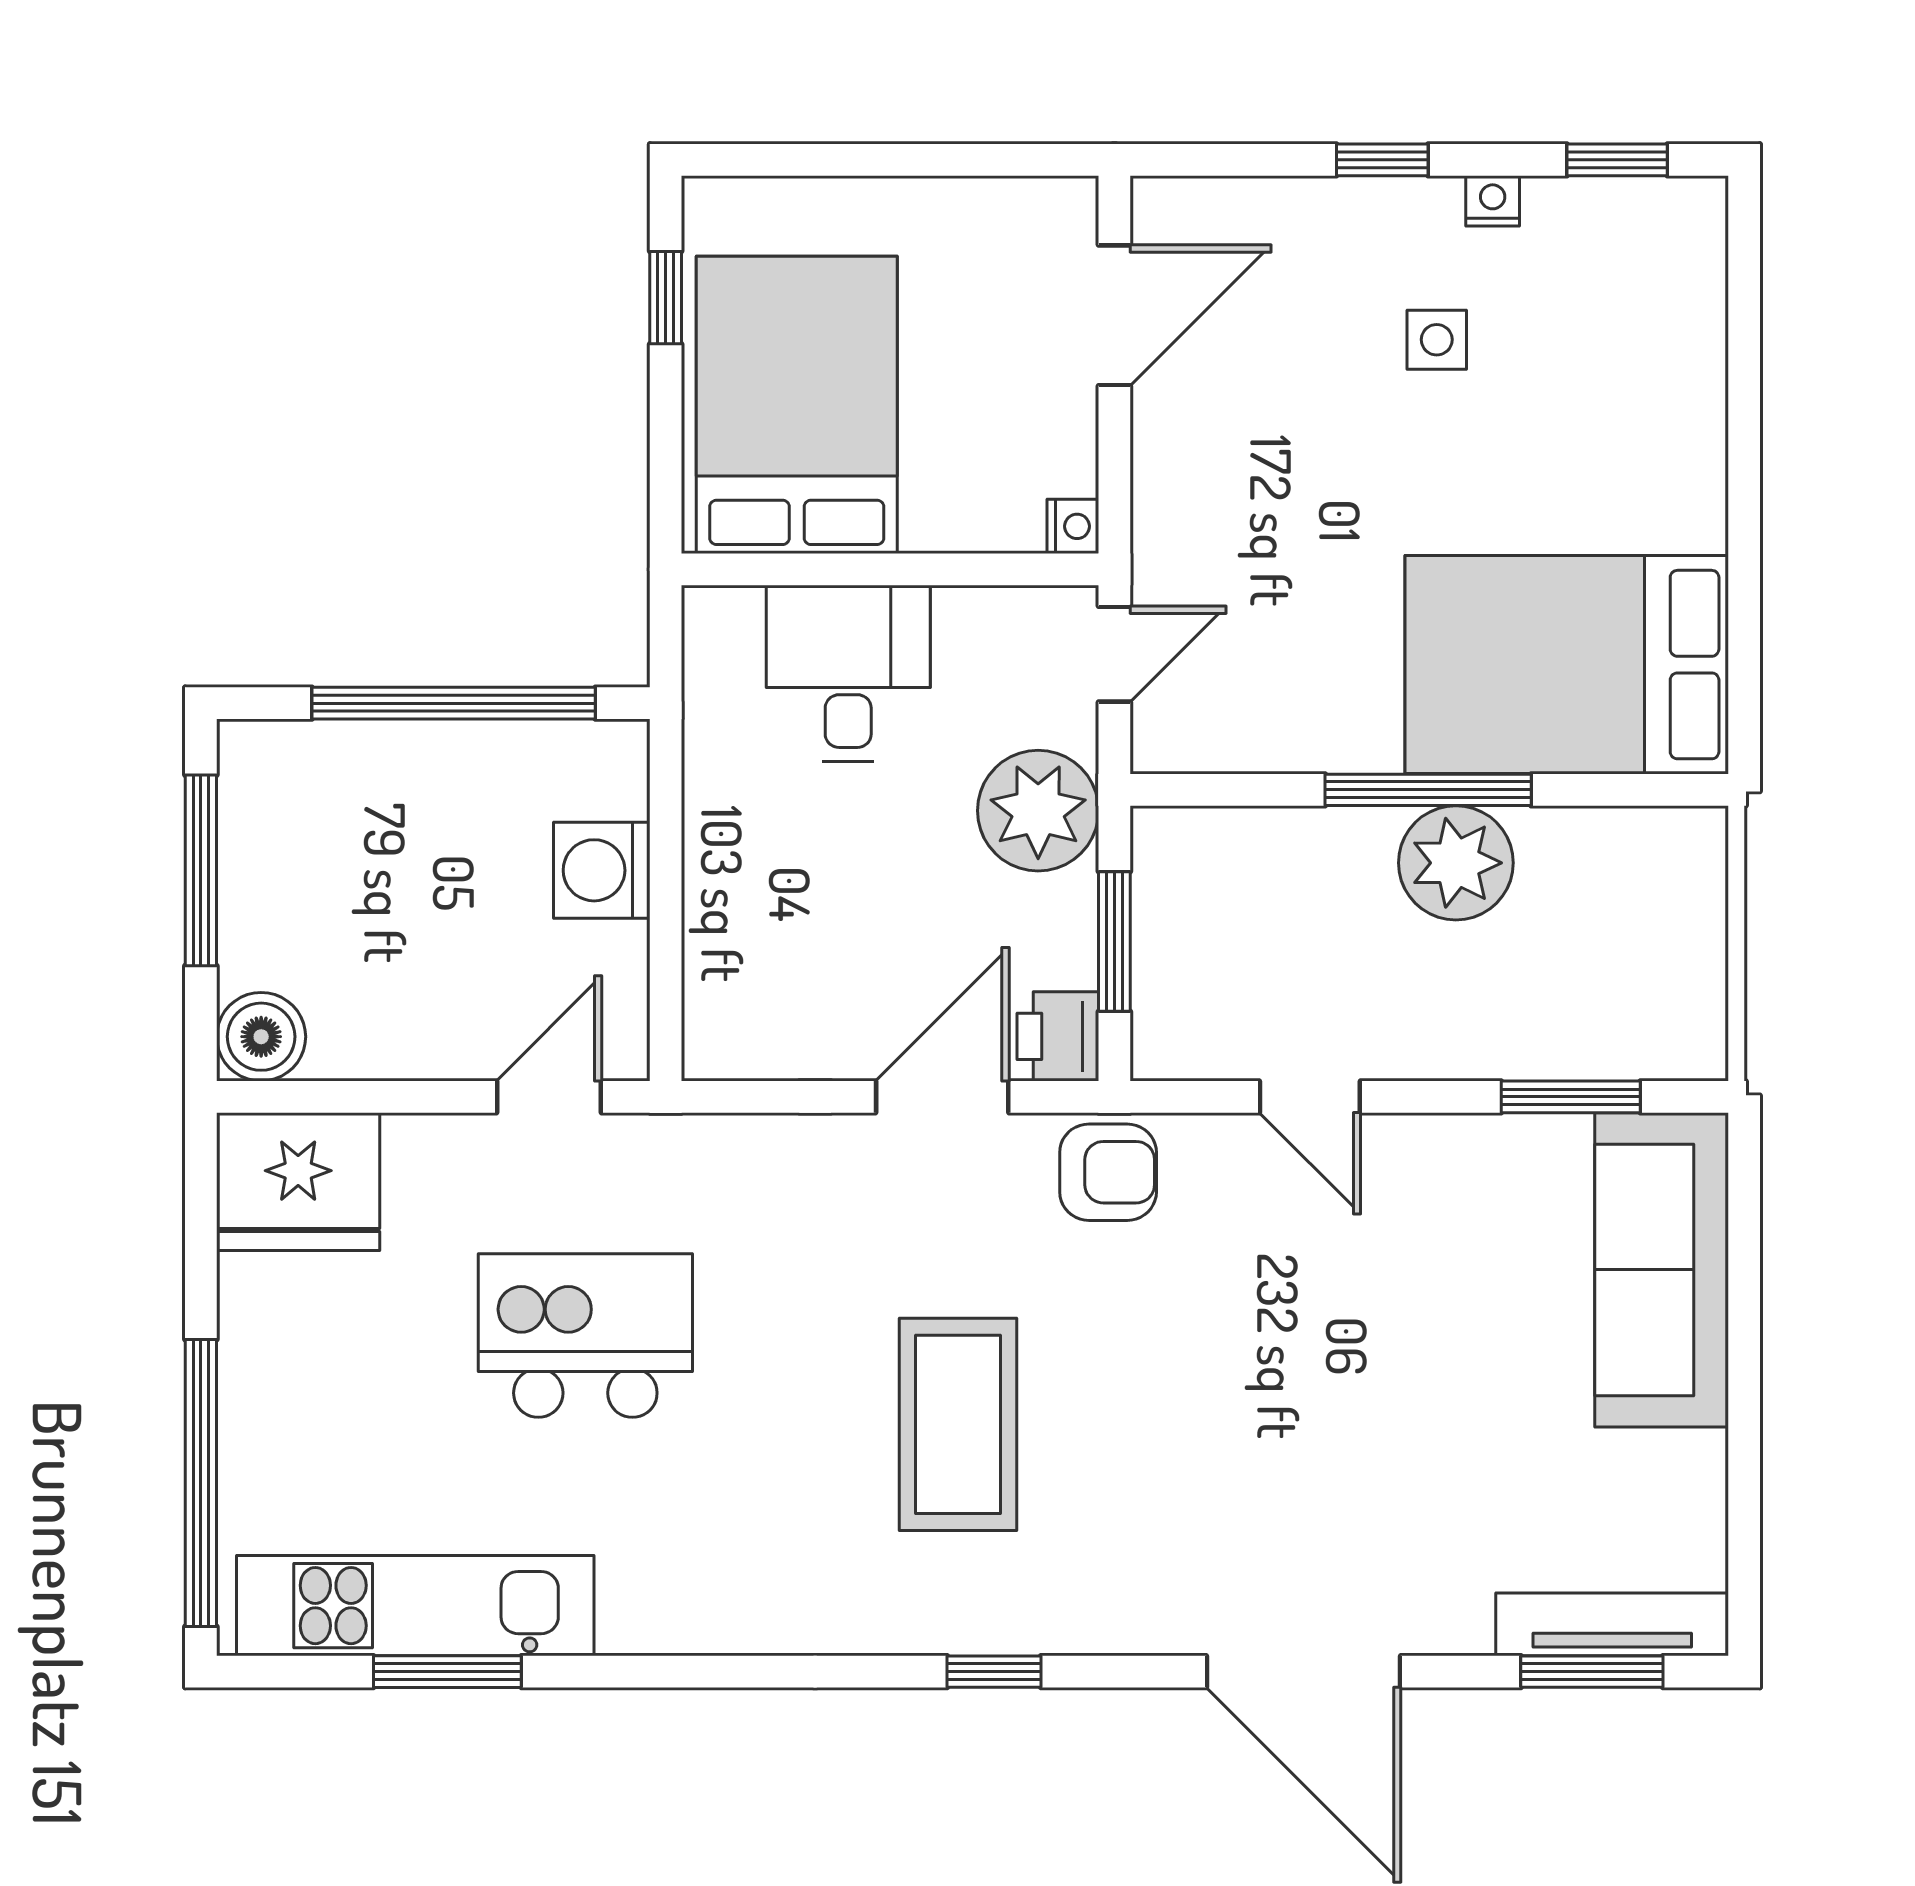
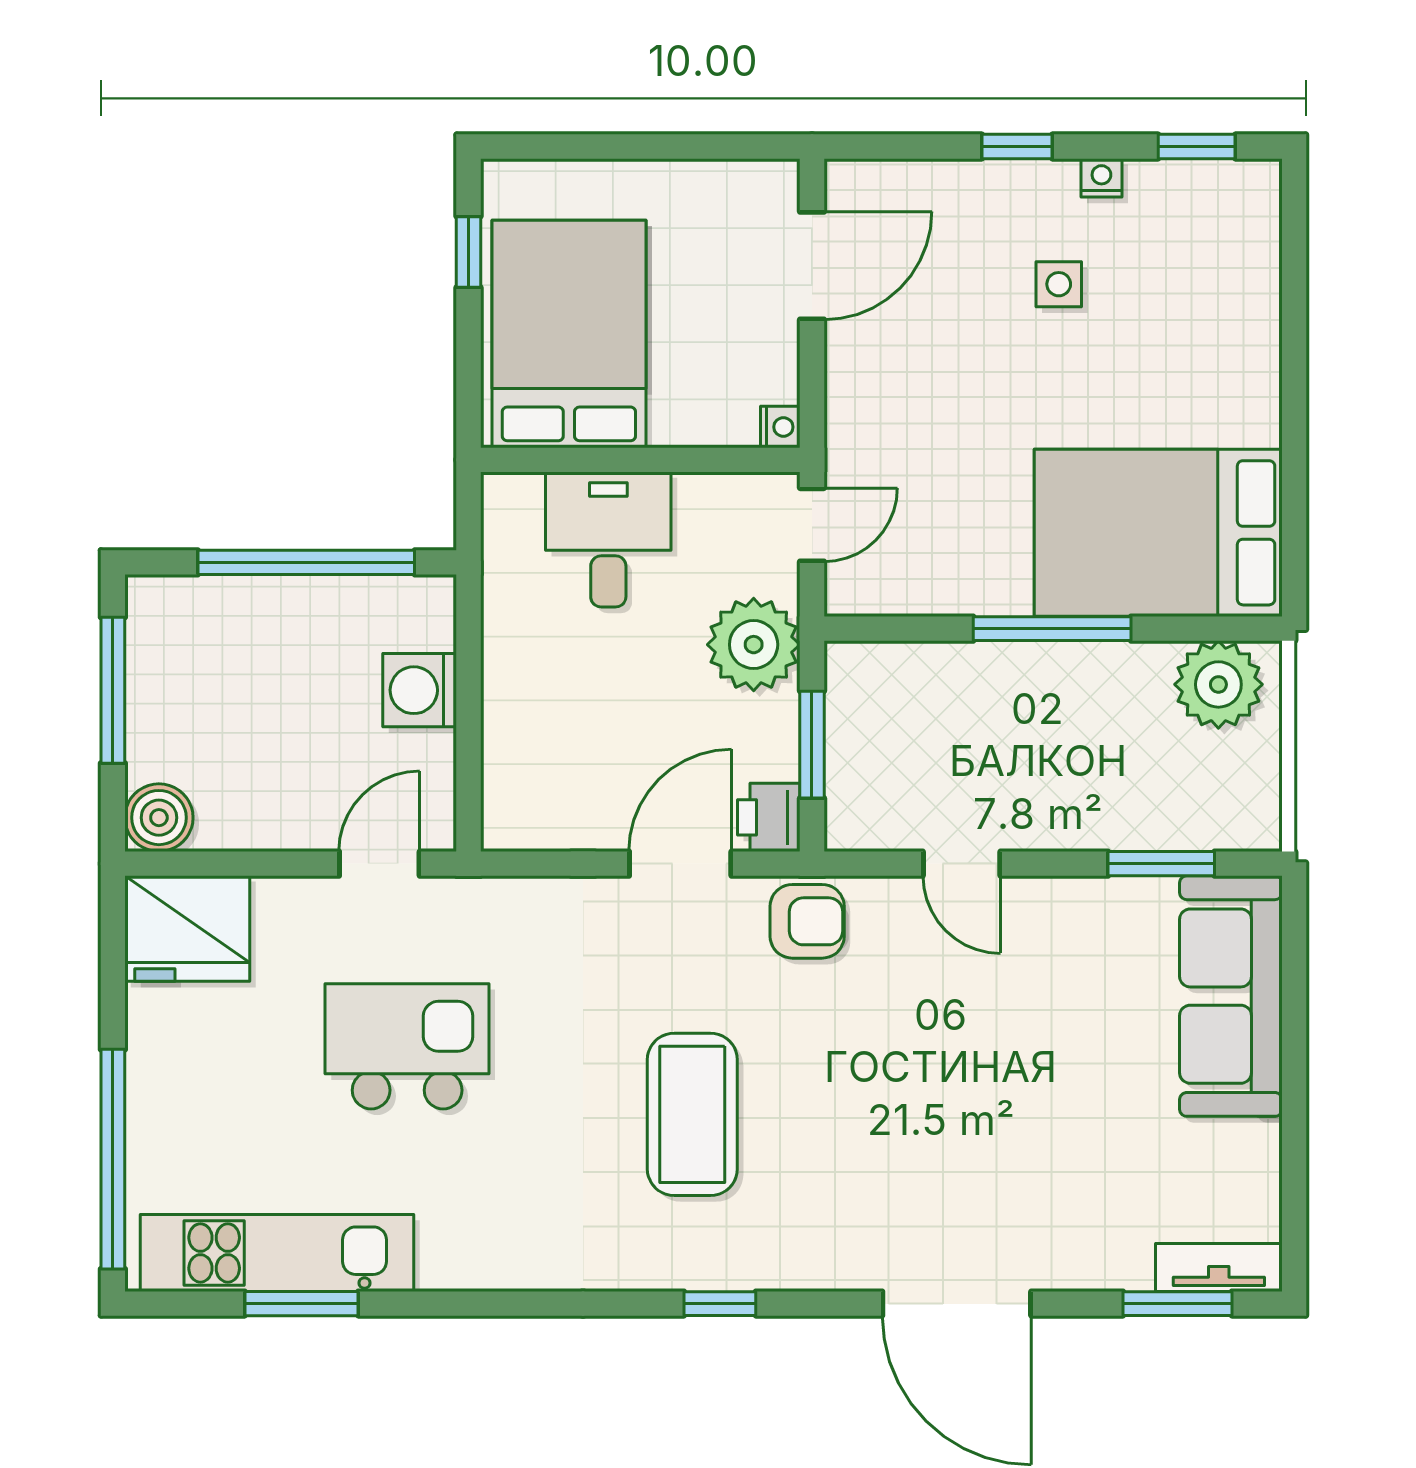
plant: (1456, 863) -> (1218, 684), moved
tv unit: (1612, 1624) -> (1219, 1267), width x0.71

